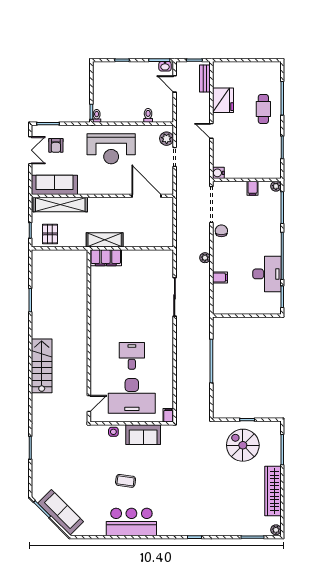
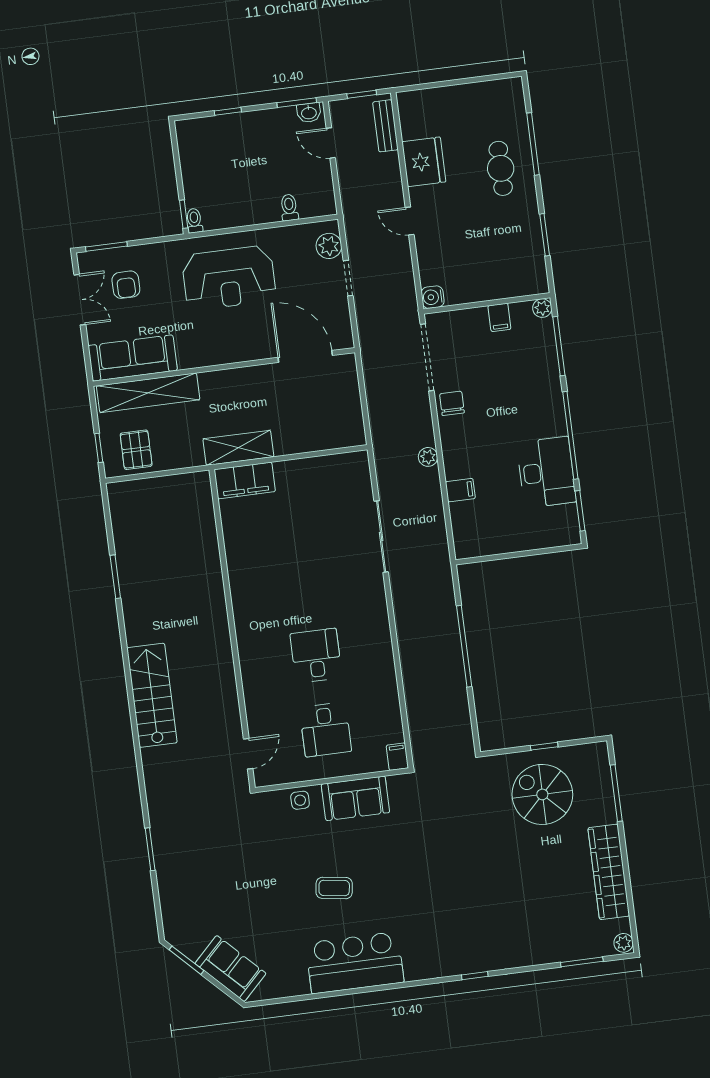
desk: (132, 396) -> (325, 729), width x0.53, depth x0.77
sofa: (61, 512) -> (230, 968), width x0.73

